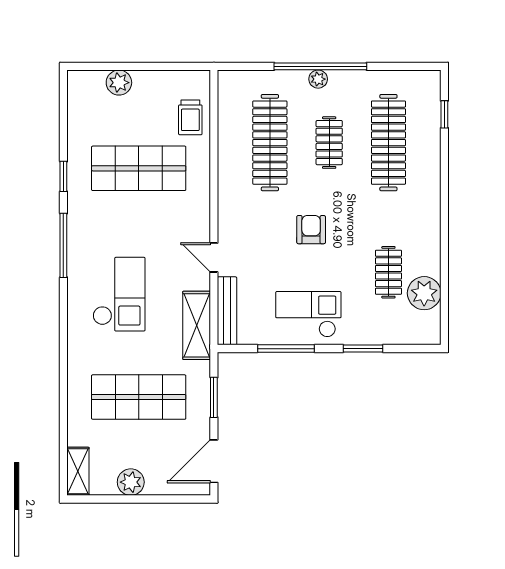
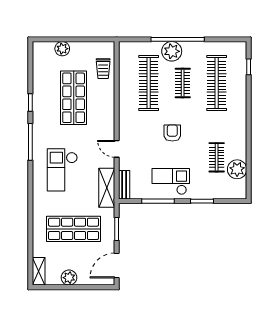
plant: (318, 79) -> (172, 51), width x1.88, depth x1.88
shop shelf: (139, 168) -> (74, 98), turned 90
checkout: (119, 294) -> (62, 170), turned 180
bench: (227, 311) -> (124, 185), width x0.73

